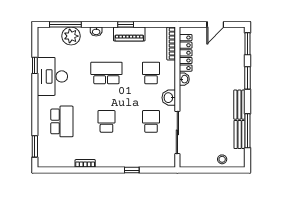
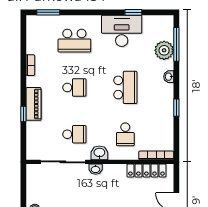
piano: (129, 34) -> (34, 104), moved, turned 180
school desk: (151, 73) -> (125, 134), turned 90
washbasin: (184, 79) -> (96, 169), moved

